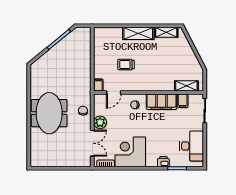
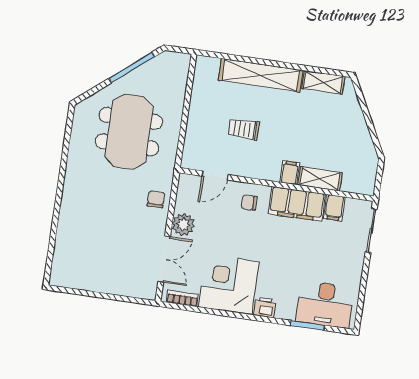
shelving: (138, 33) -> (261, 75), width x1.47
filing cabinet: (98, 85) -> (290, 173), moved
shelving: (186, 86) -> (320, 179), moved
meeting table: (49, 113) -> (129, 132), moved
desk: (192, 146) -> (325, 304), moved, turned 90
printer: (163, 162) -> (265, 307), moved

